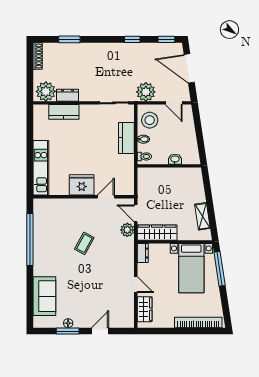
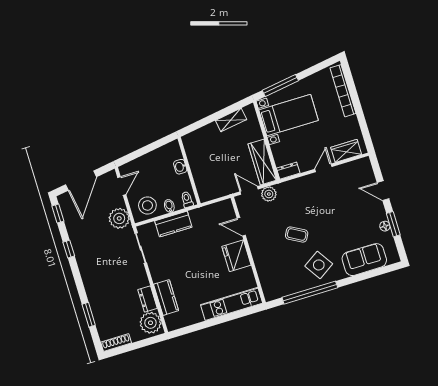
door: (136, 213) -> (249, 190), swing flipped
side table: (52, 255) -> (319, 265), added

